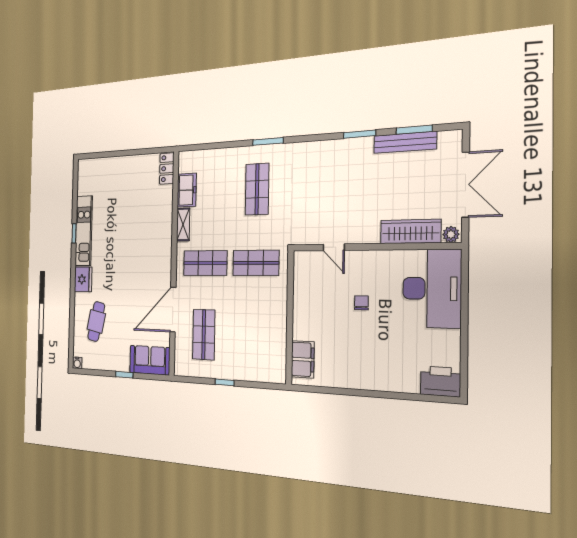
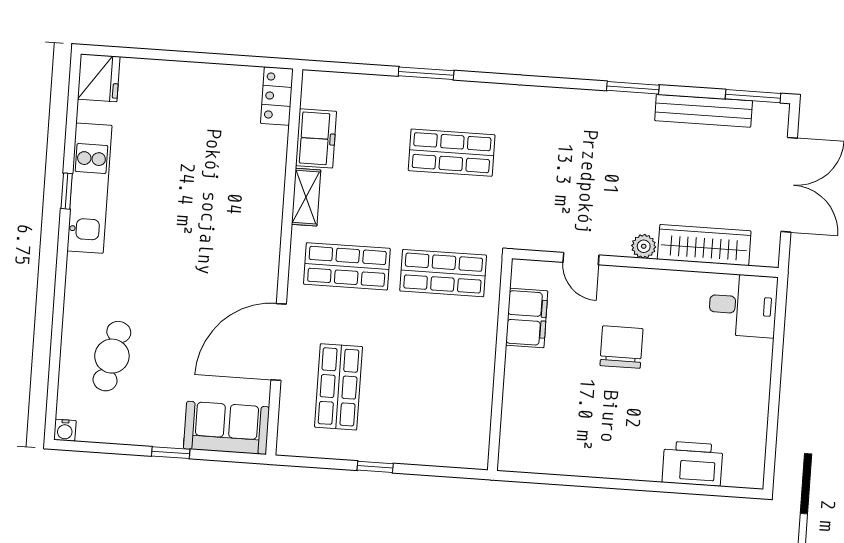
window: (414, 130) -> (753, 96), moved
window: (268, 141) -> (426, 73), moved
shop shelf: (257, 189) -> (452, 153), turned 90
plant: (451, 234) -> (644, 246), moved
fridge: (83, 279) -> (99, 78), moved
desk: (432, 288) -> (743, 305), width x0.53, depth x0.77
chair: (361, 303) -> (621, 347), width x1.87, depth x1.87
filing cabinet: (303, 359) -> (527, 318), moved
printer: (440, 381) -> (692, 464), moved

